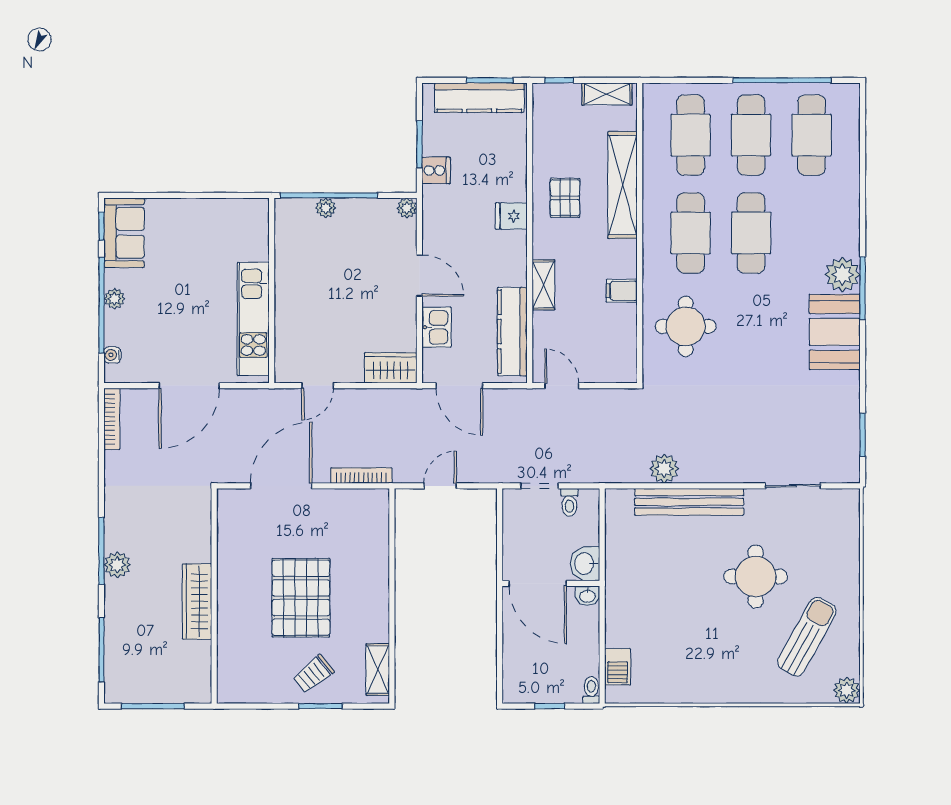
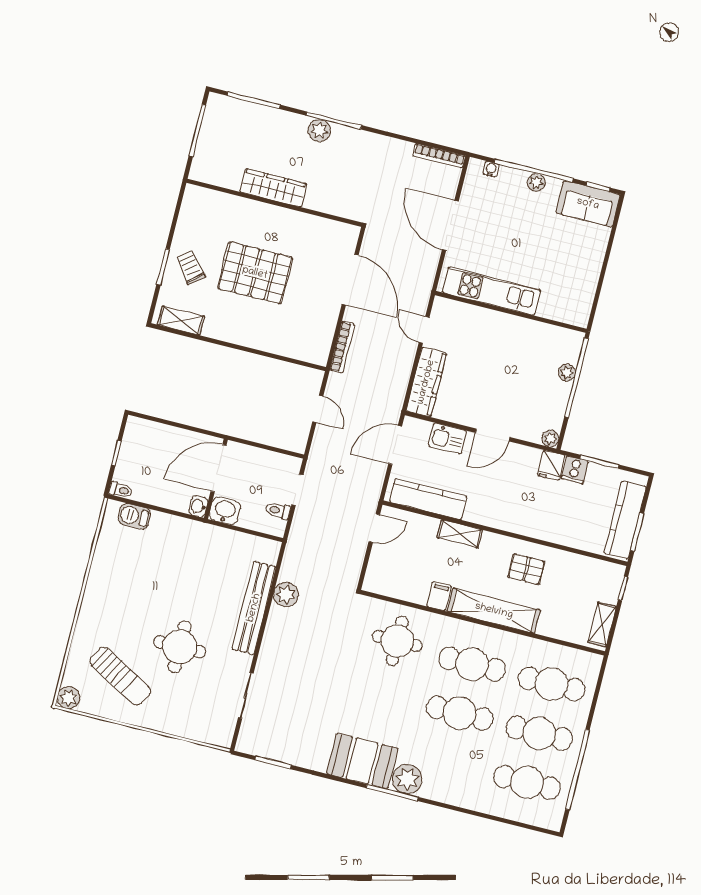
shelving: (623, 185) -> (494, 611), moved
fridge: (511, 216) -> (551, 466), moved, turned 180
wardrobe: (391, 368) -> (426, 382), width x1.50

